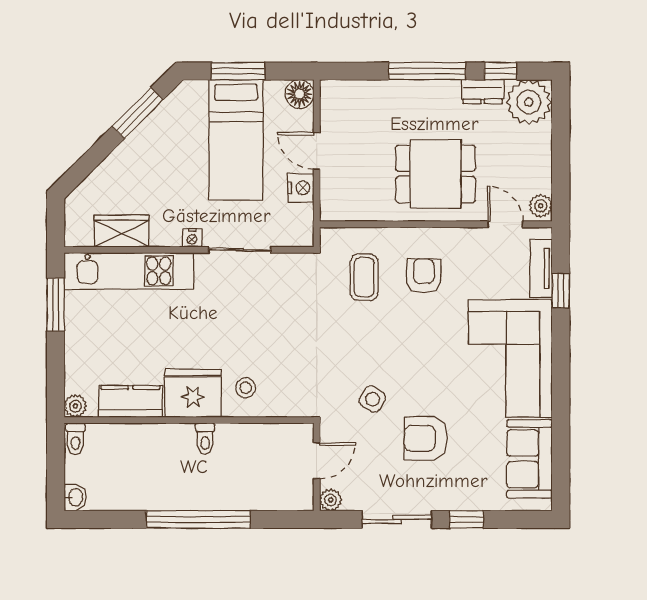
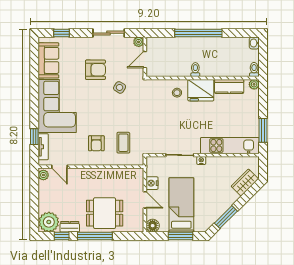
dining table: (435, 174) -> (105, 213), moved
wardrobe: (122, 231) -> (245, 183), moved, turned 135
window: (466, 519) -> (62, 33), moved

